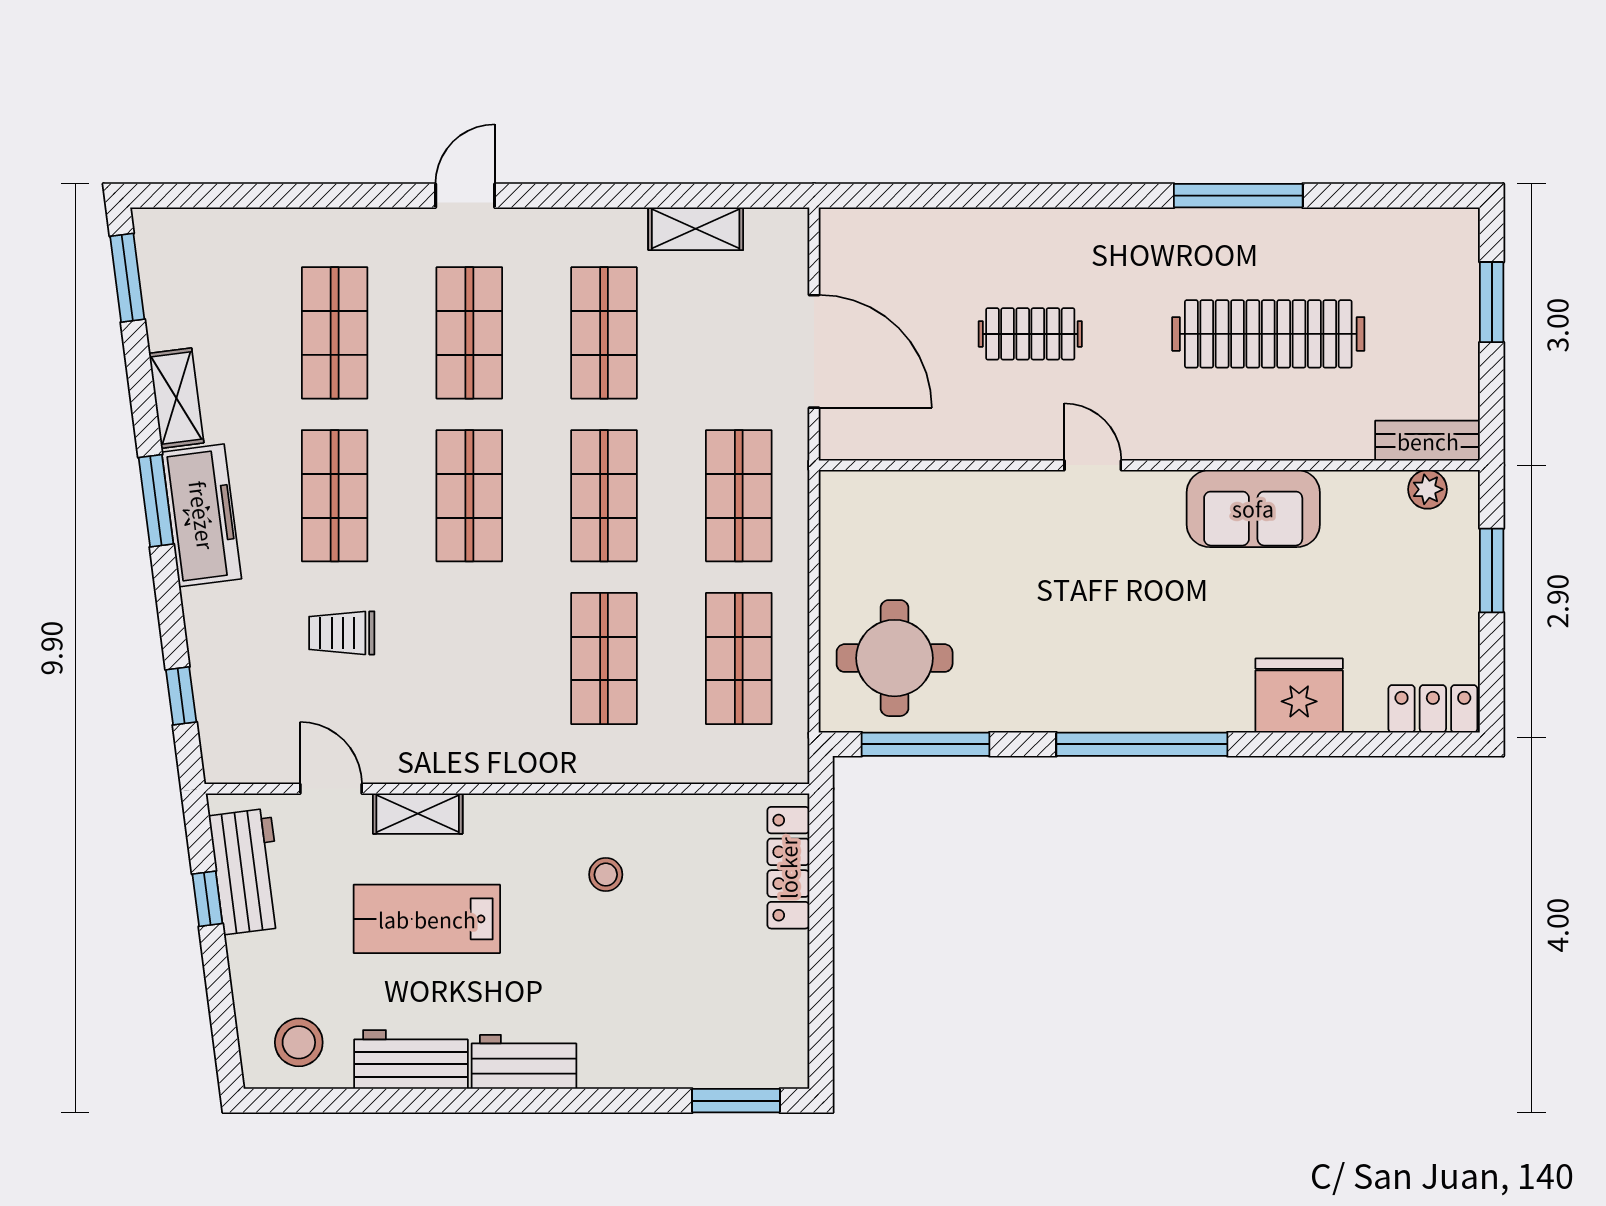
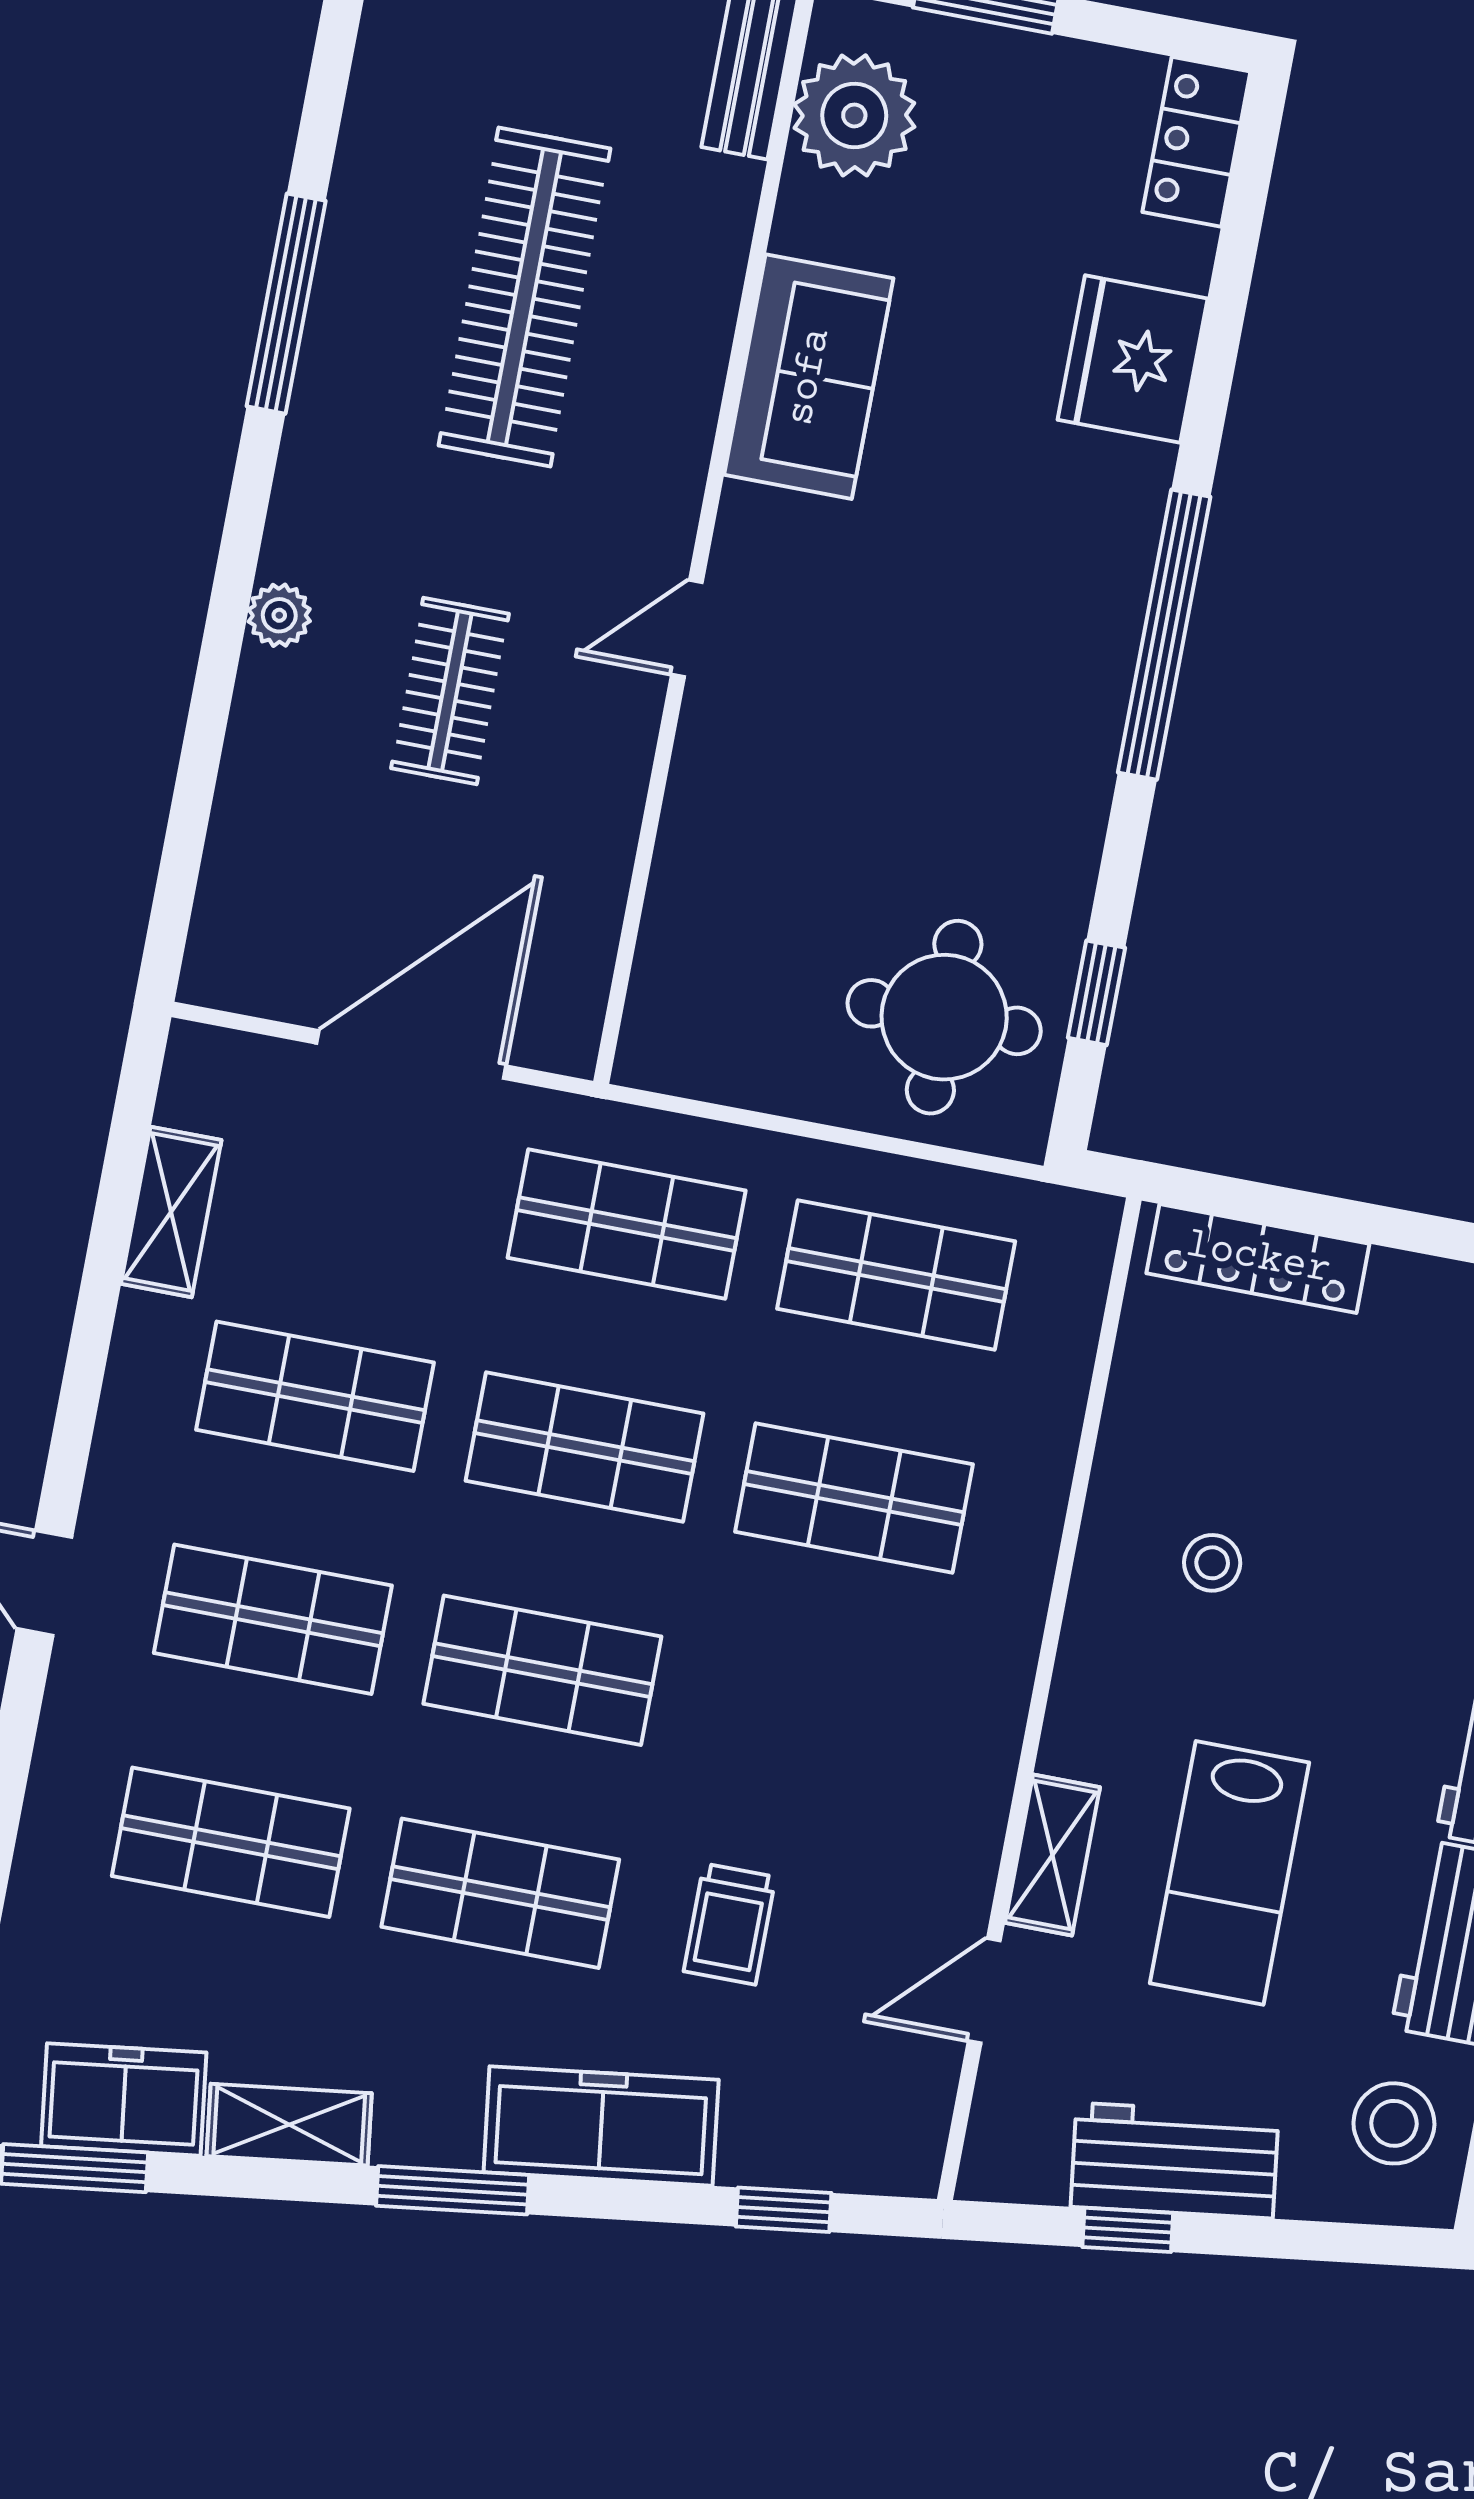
plant: (1056, 226) -> (279, 615), added
freezer: (173, 299) -> (124, 2099), added
plant: (1428, 489) -> (854, 115), width x1.88, depth x1.88
freezer: (202, 515) -> (601, 2126), moved
window: (925, 744) -> (1096, 993), width x0.46
workbench: (247, 871) -> (1175, 2160), moved

